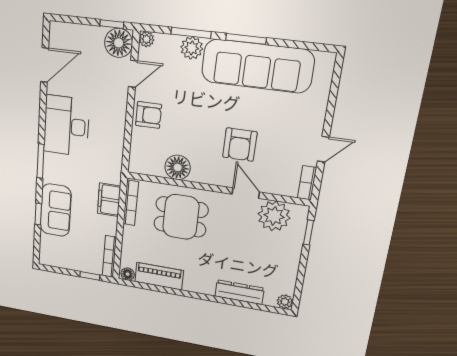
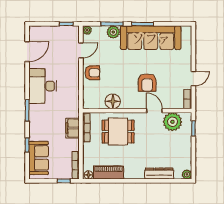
floor lamp: (119, 43) -> (71, 34), removed
sofa: (56, 210) -> (39, 158), moved

